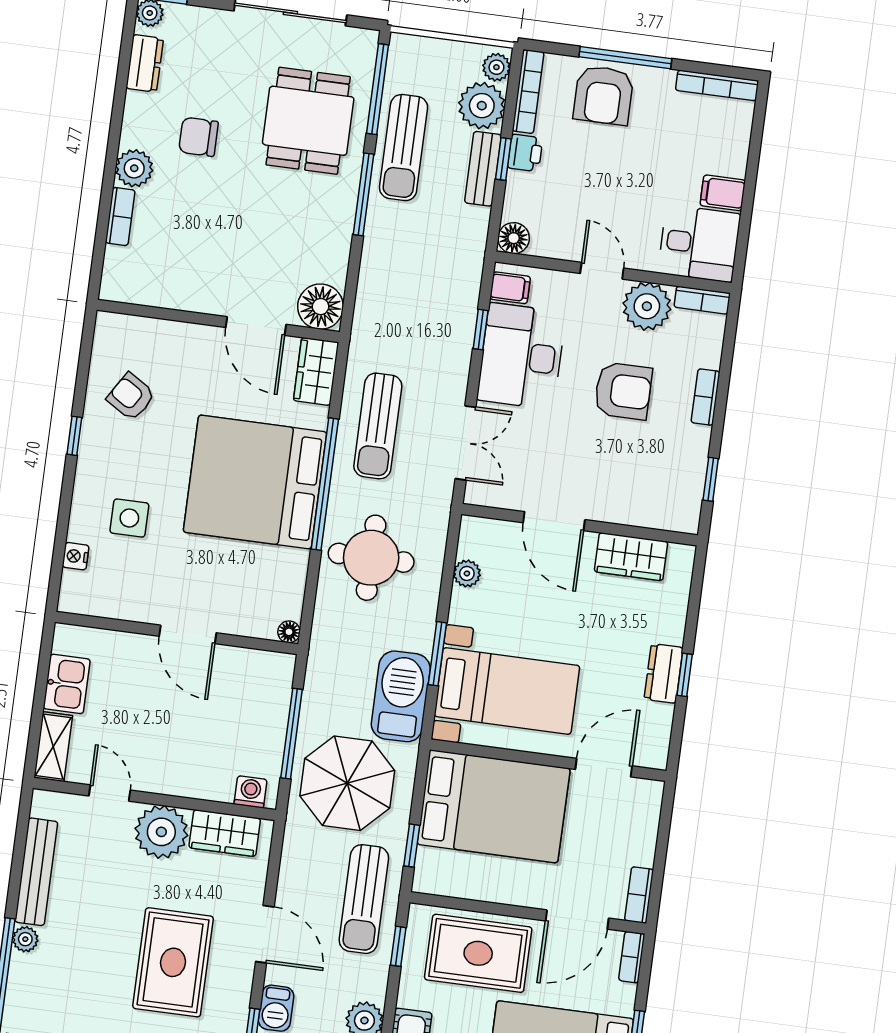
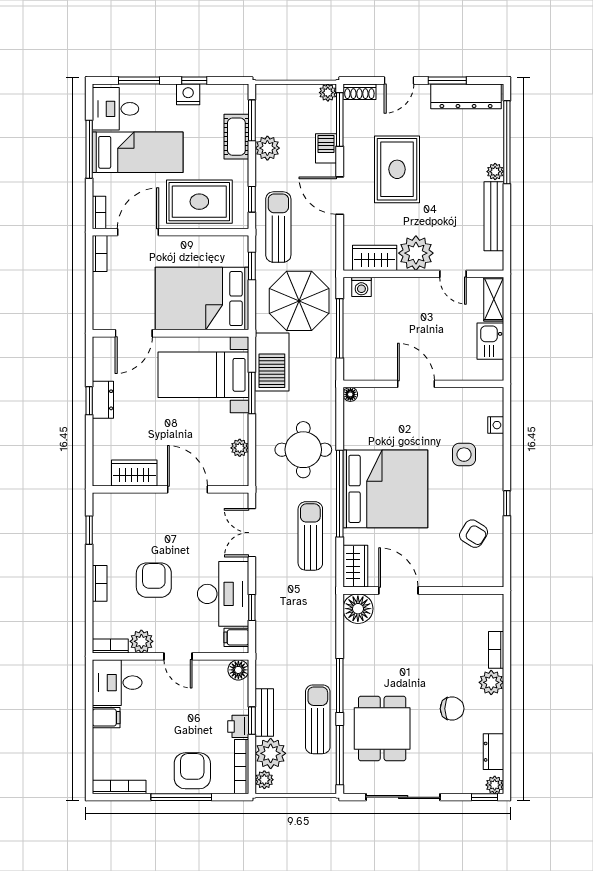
plant: (647, 306) -> (141, 641), width x0.73, depth x0.73
armchair: (623, 391) -> (154, 580), turned 90

